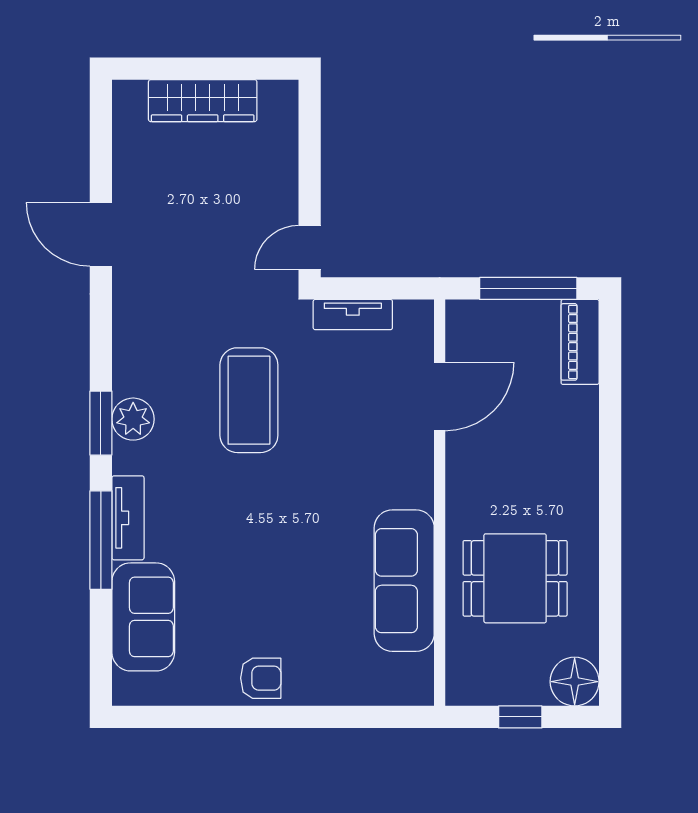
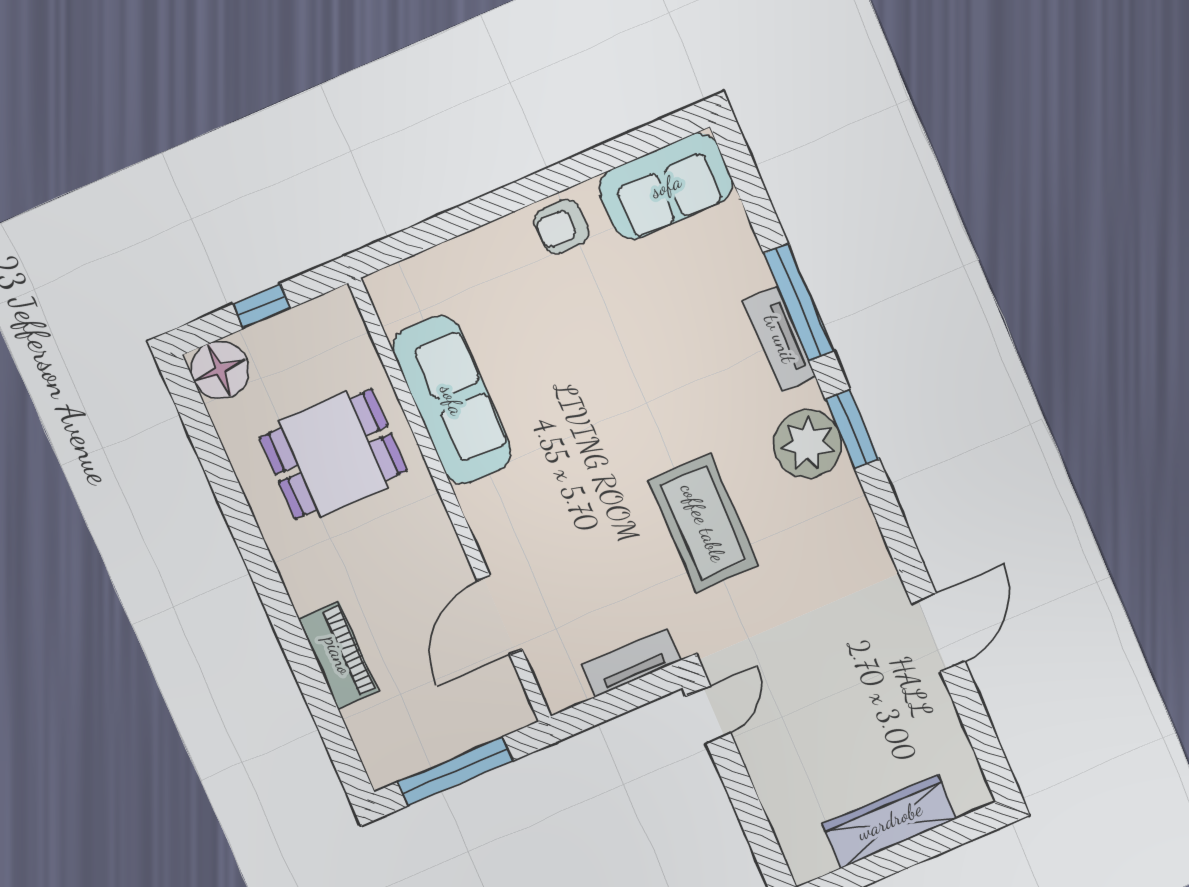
door: (101, 234) -> (938, 632), hinge flipped
piano: (580, 342) -> (338, 655), moved
plant: (133, 419) -> (808, 444), width x1.36, depth x1.36
sofa: (143, 617) -> (666, 186), moved, turned -90

